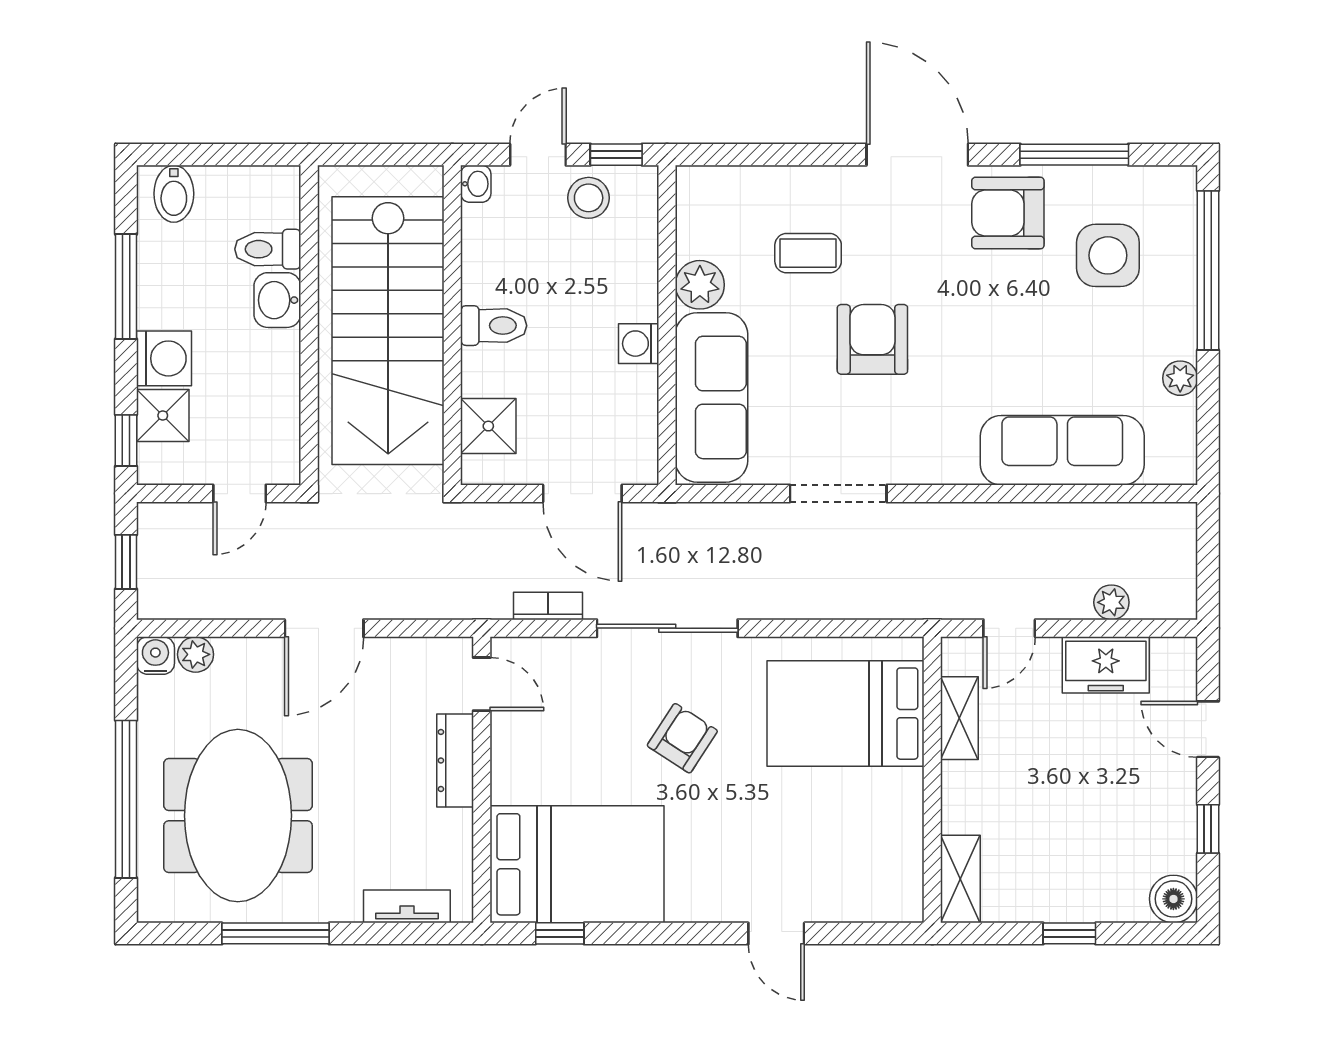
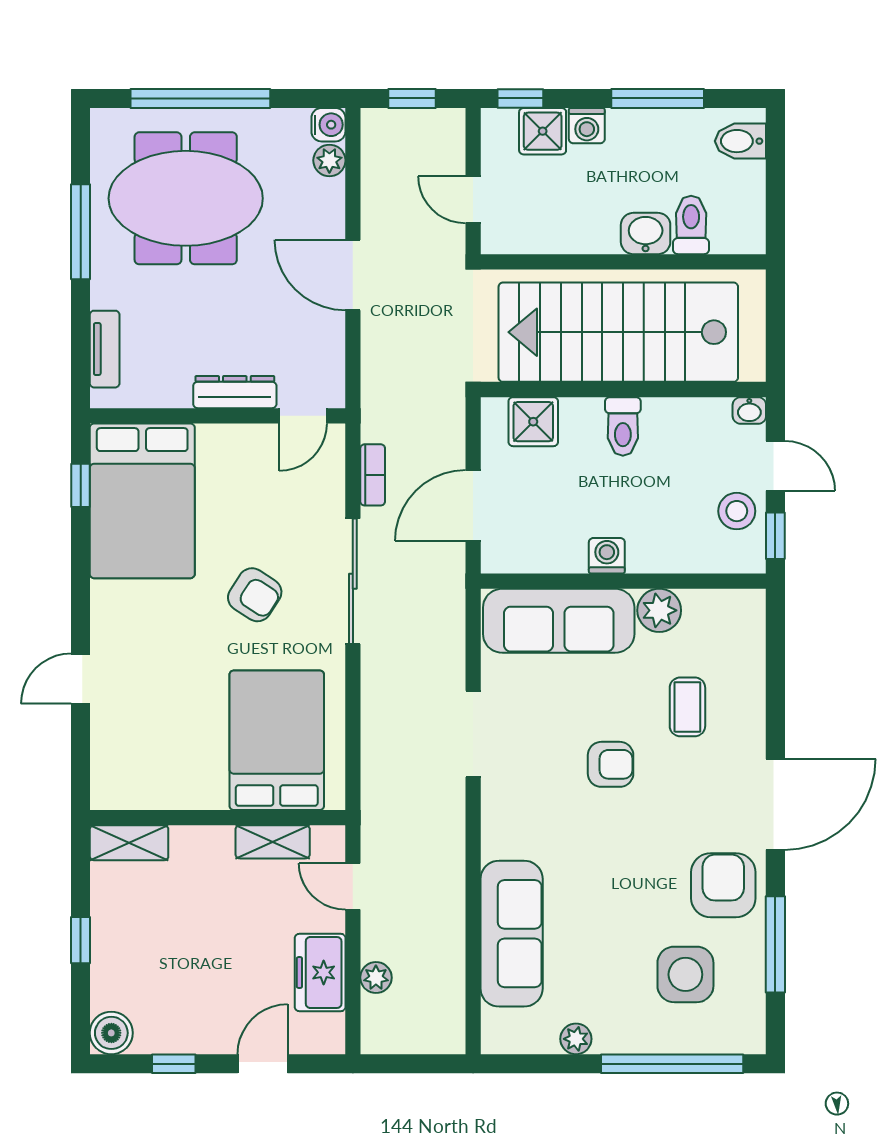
armchair: (872, 339) -> (611, 764), width x0.72, depth x0.72
washing machine: (164, 358) -> (587, 126), width x0.73, depth x0.73

